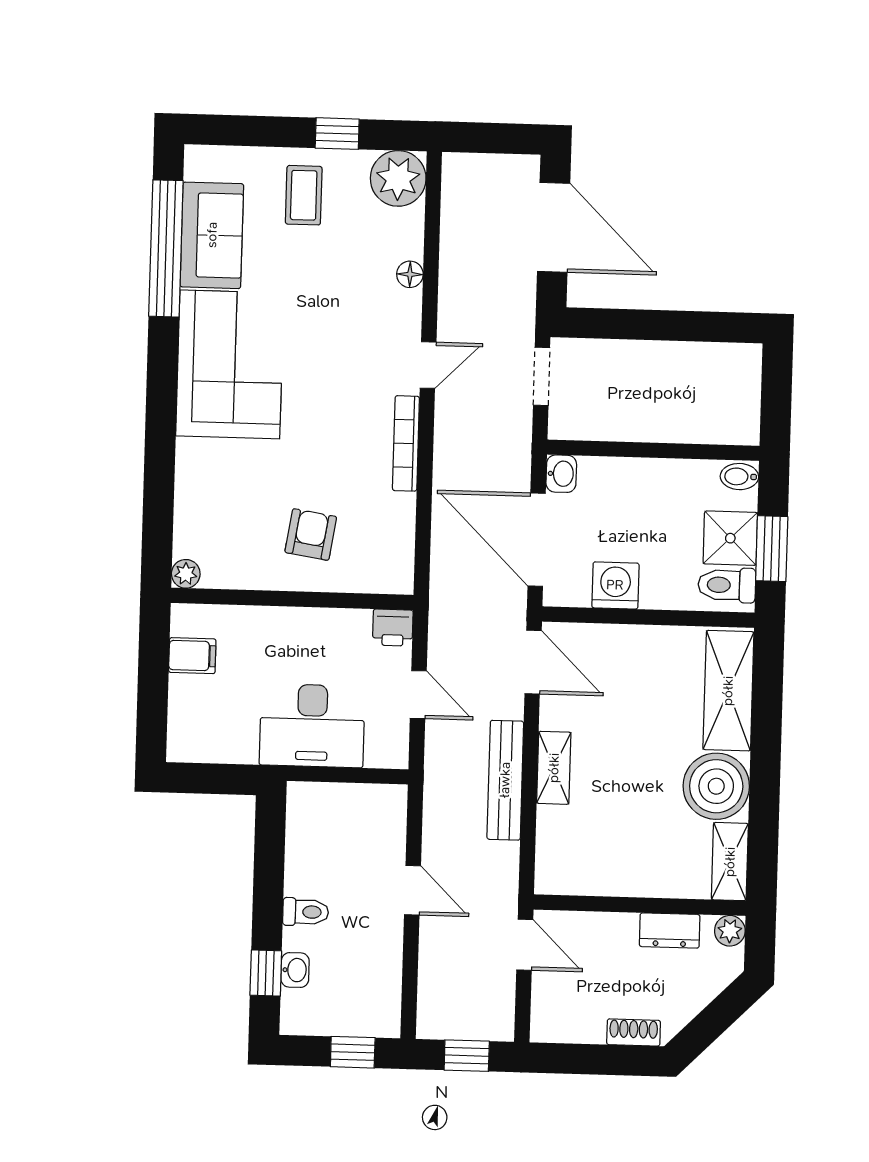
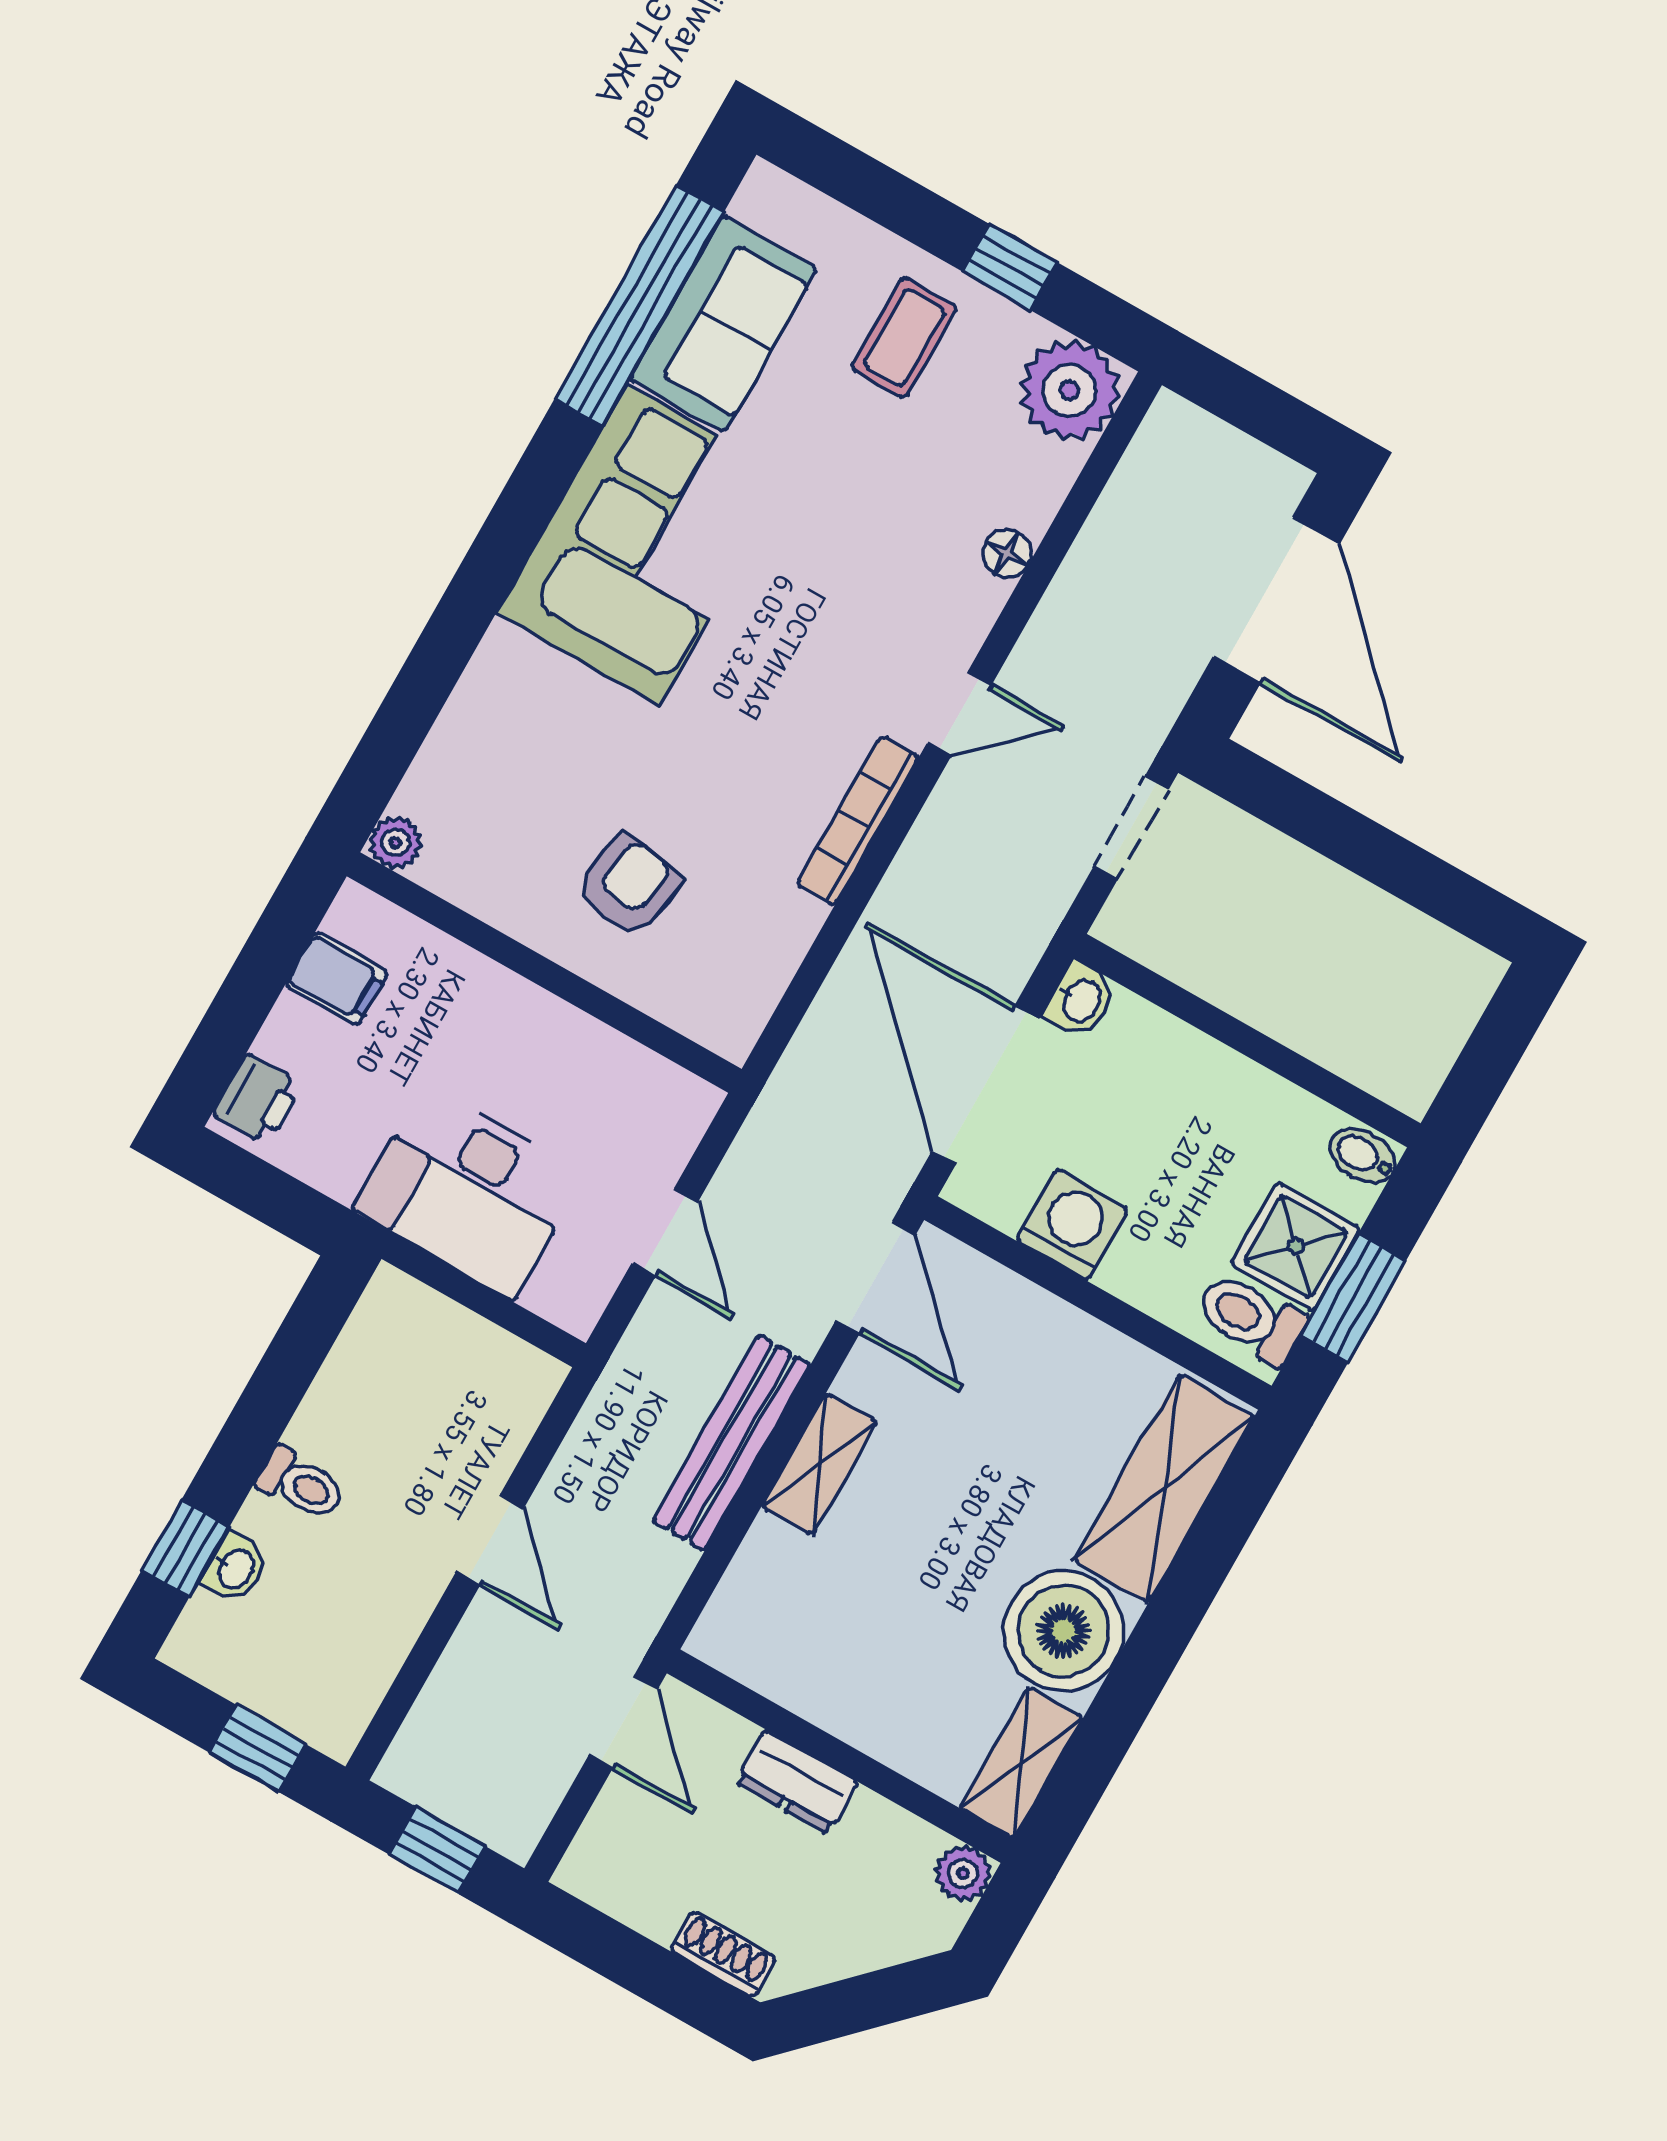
printer: (393, 628) -> (258, 1099), moved, turned -90
dresser: (670, 931) -> (797, 1782), moved

